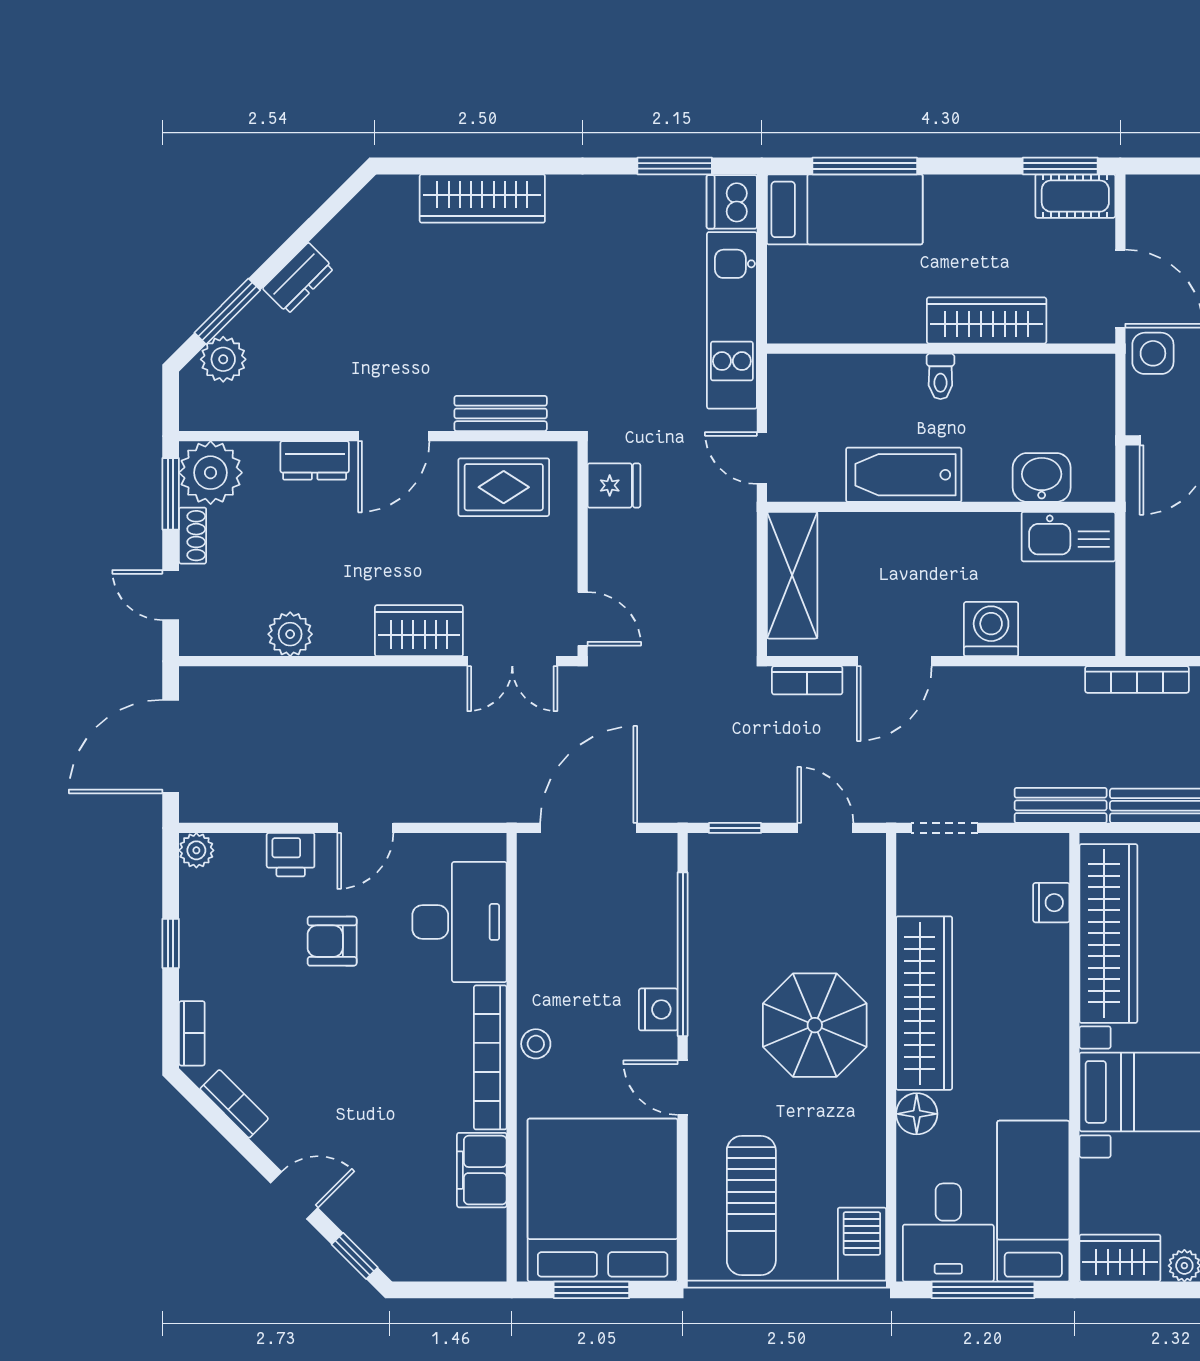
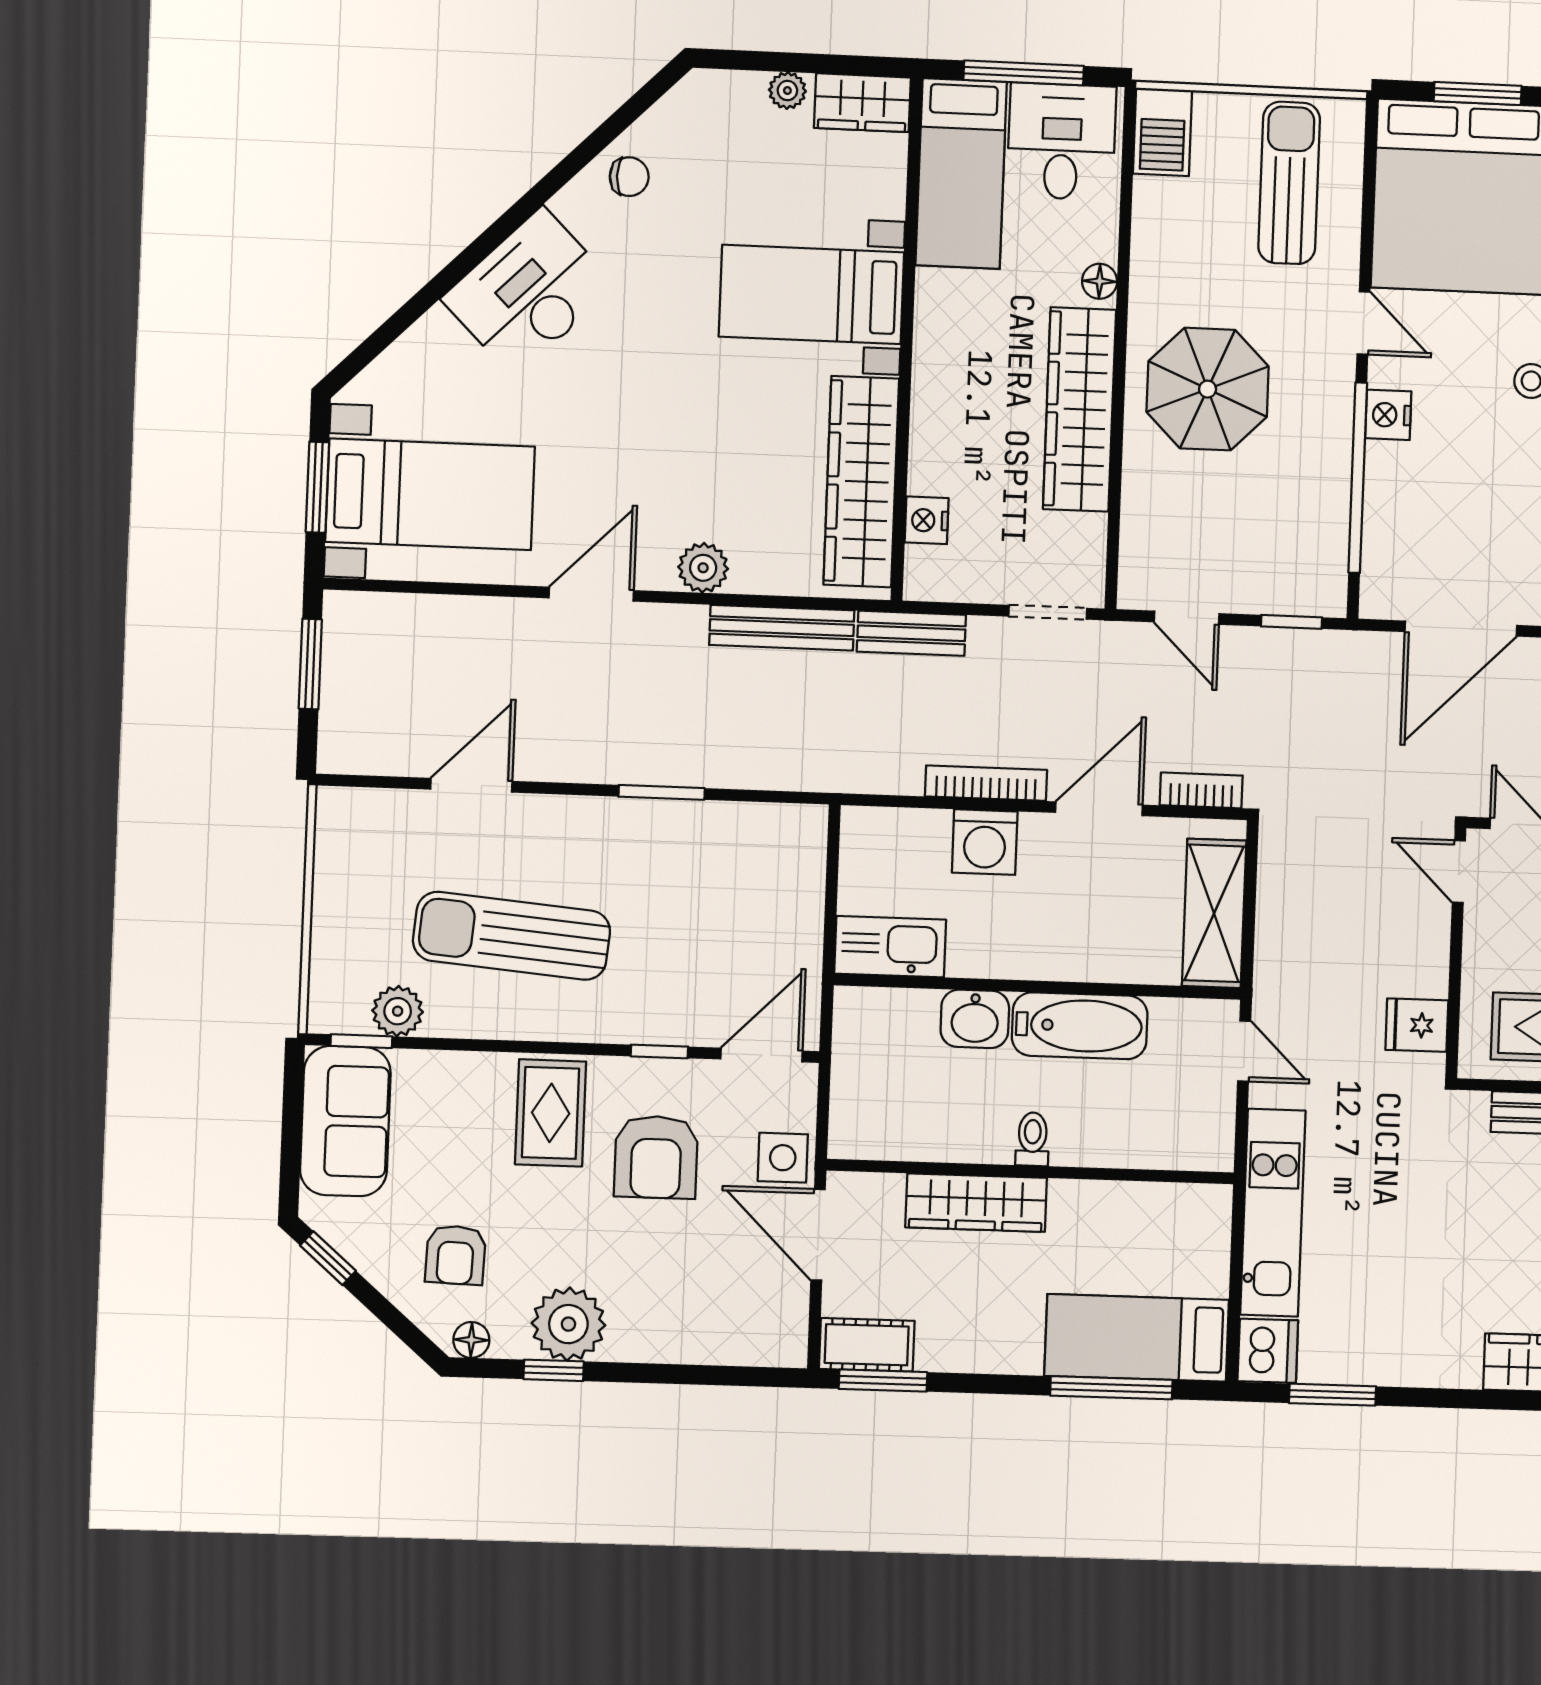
washbasin: (1042, 477) -> (975, 1019), moved
bookcase: (1137, 679) -> (986, 783), moved
floor lamp: (917, 1114) -> (1100, 281), width x0.73, depth x0.73

